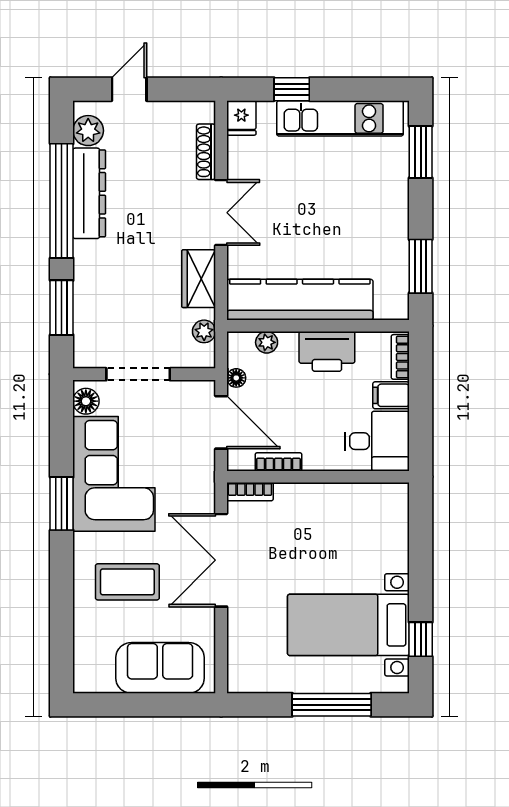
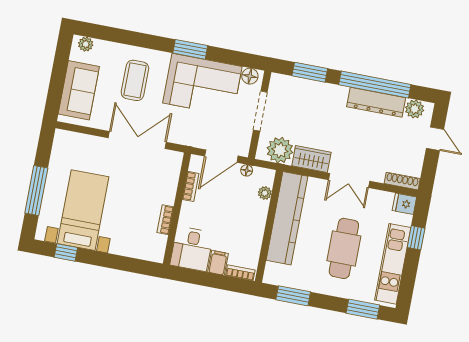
shoe rack: (206, 152) -> (402, 181), moved
cafe table: (330, 200) -> (344, 248), added
plant: (204, 331) -> (280, 150), width x1.88, depth x1.88
printer: (327, 351) -> (252, 229), removed
bookcase: (250, 492) -> (165, 220), moved
plant: (85, 671) -> (86, 44), added

